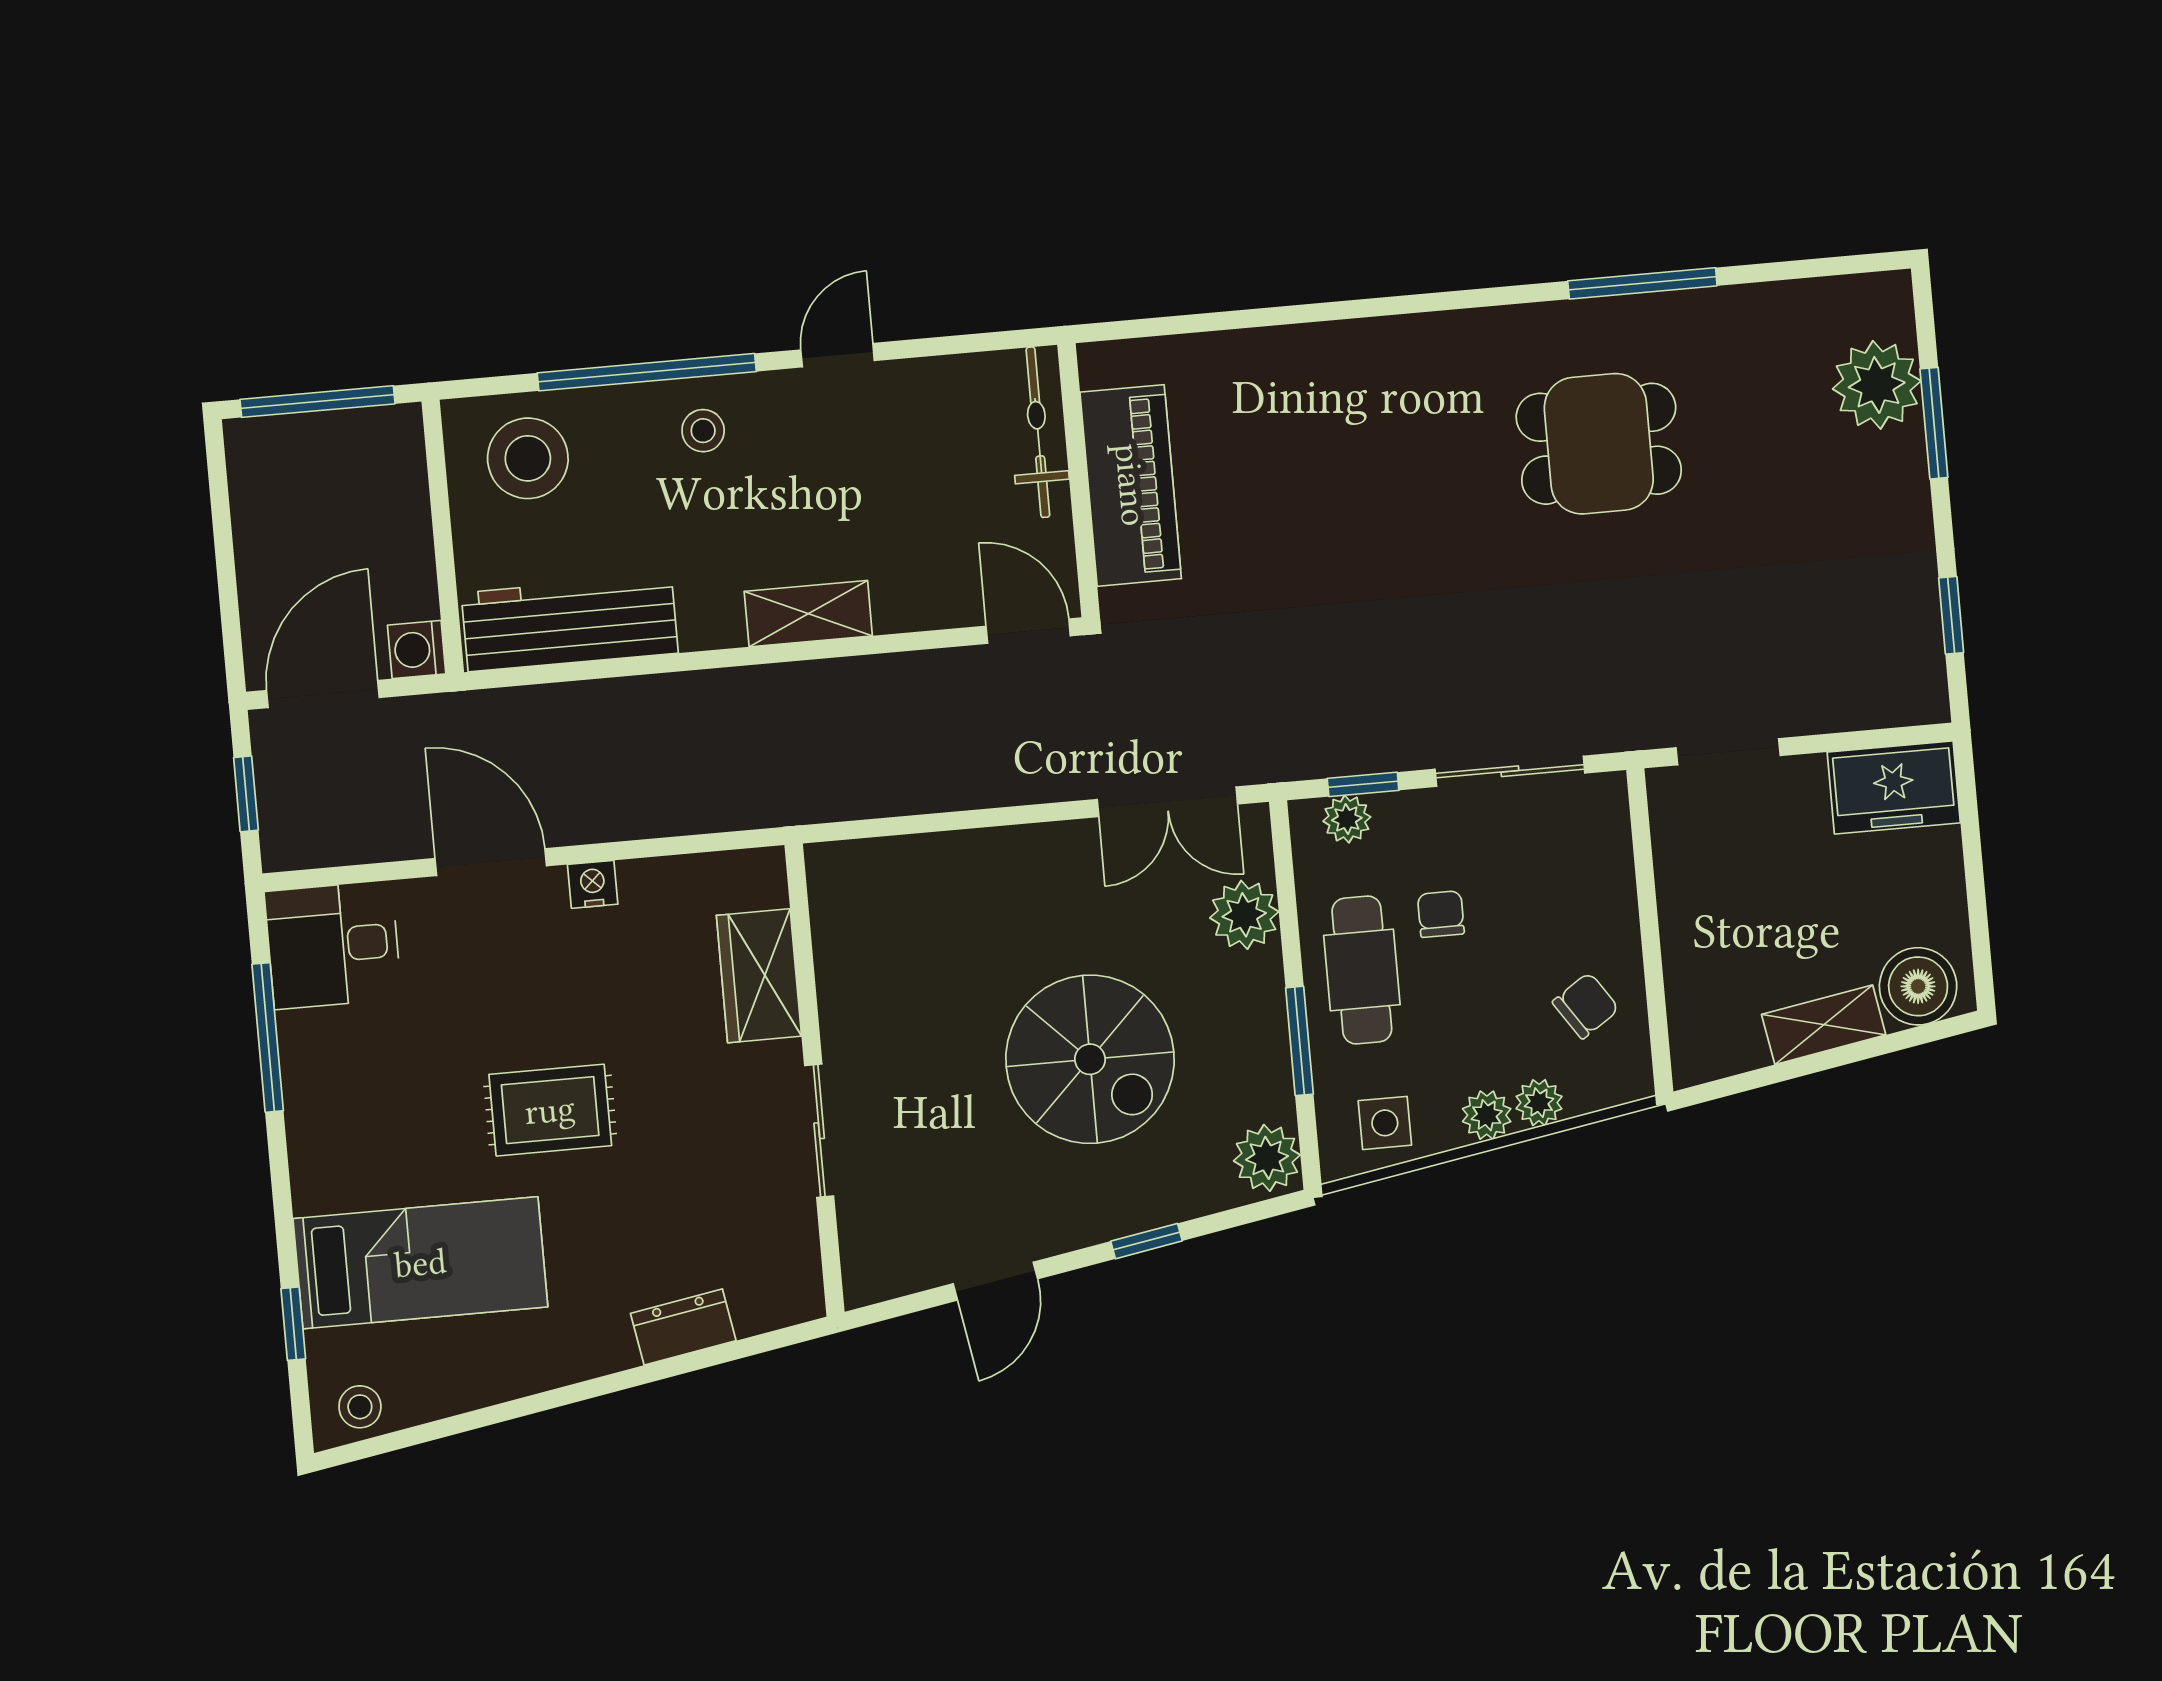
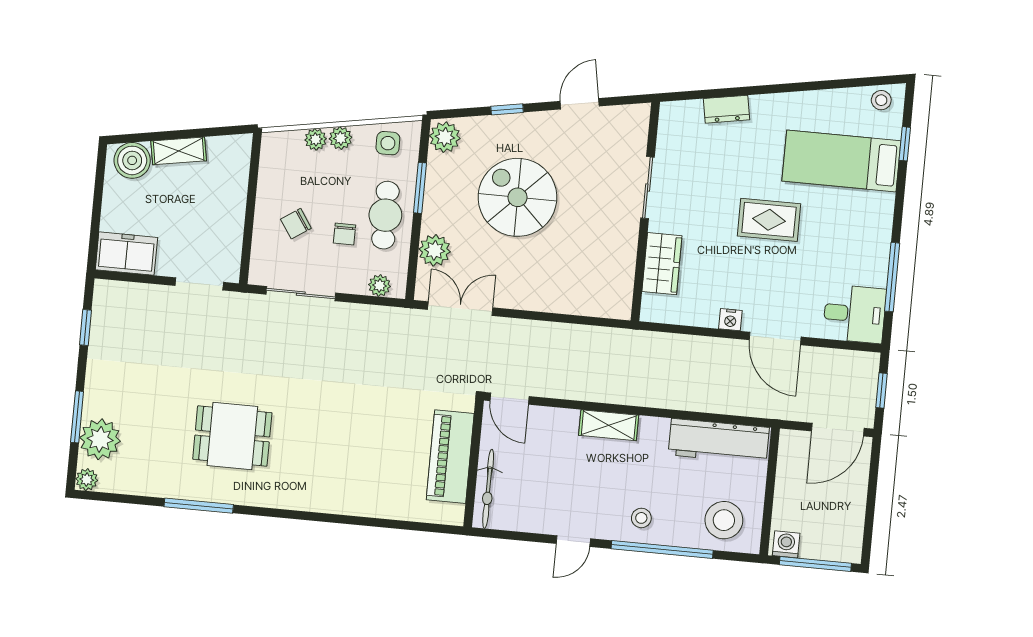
plant: (1889, 295) -> (87, 480), added
washing machine: (417, 650) -> (786, 544), moved, turned -90
window: (1363, 784) -> (369, 300), removed
chair: (1586, 1006) -> (296, 224), moved

